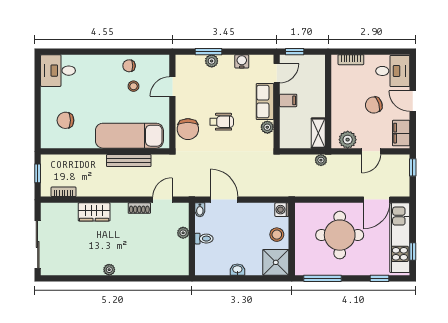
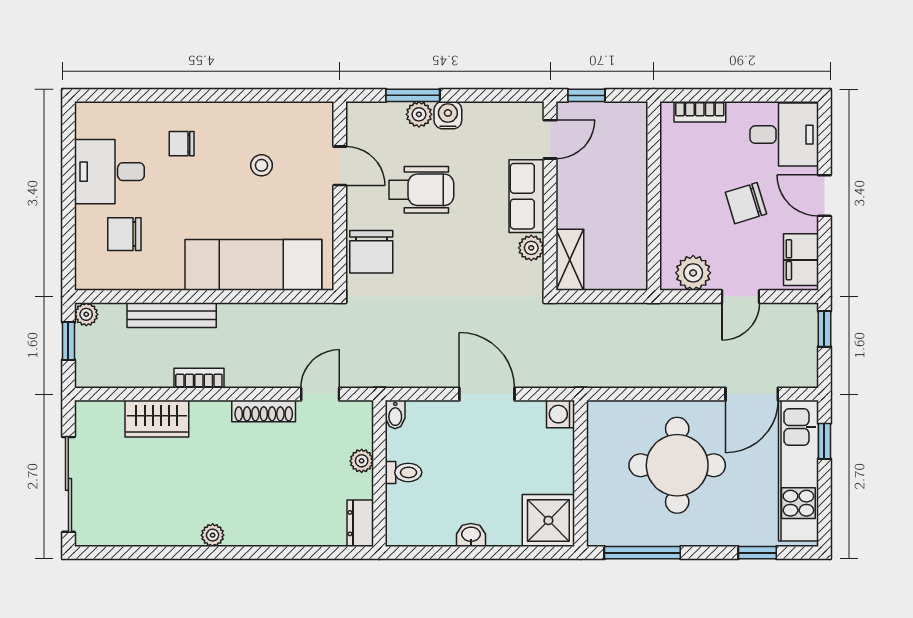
water cooler: (242, 61) -> (448, 115), moved
chair: (129, 66) -> (182, 144), moved
desk: (58, 71) -> (109, 172), moved
door: (172, 87) -> (340, 166), swing flipped
filing cabinet: (288, 100) -> (573, 194), removed
wheelchair: (222, 122) -> (421, 190), moved, width x1.36, depth x1.37
shelving: (318, 133) -> (570, 260), moved
plant: (321, 160) -> (86, 314), moved
bench: (129, 161) -> (172, 315), moved
bookcase: (64, 192) -> (199, 378), moved
door: (224, 200) -> (487, 394), moved
shoe rack: (139, 208) -> (264, 411), width x1.43
wardrobe: (94, 212) -> (157, 419), moved
stool: (277, 235) -> (550, 464), removed
window: (413, 251) -> (824, 441), moved
dresser: (182, 264) -> (360, 523), added

